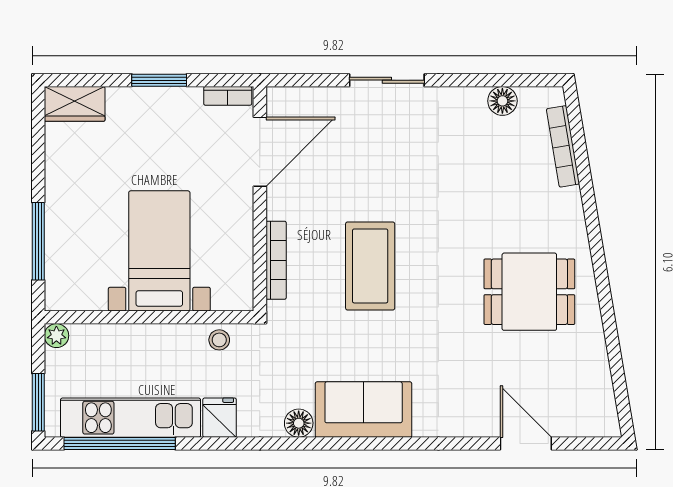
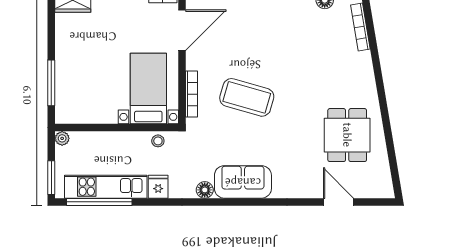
bed with nightstands: (159, 251) -> (148, 89), moved
coffee table: (370, 266) -> (247, 97), turned -74
dining table: (529, 292) -> (347, 135), moved, turned 90

